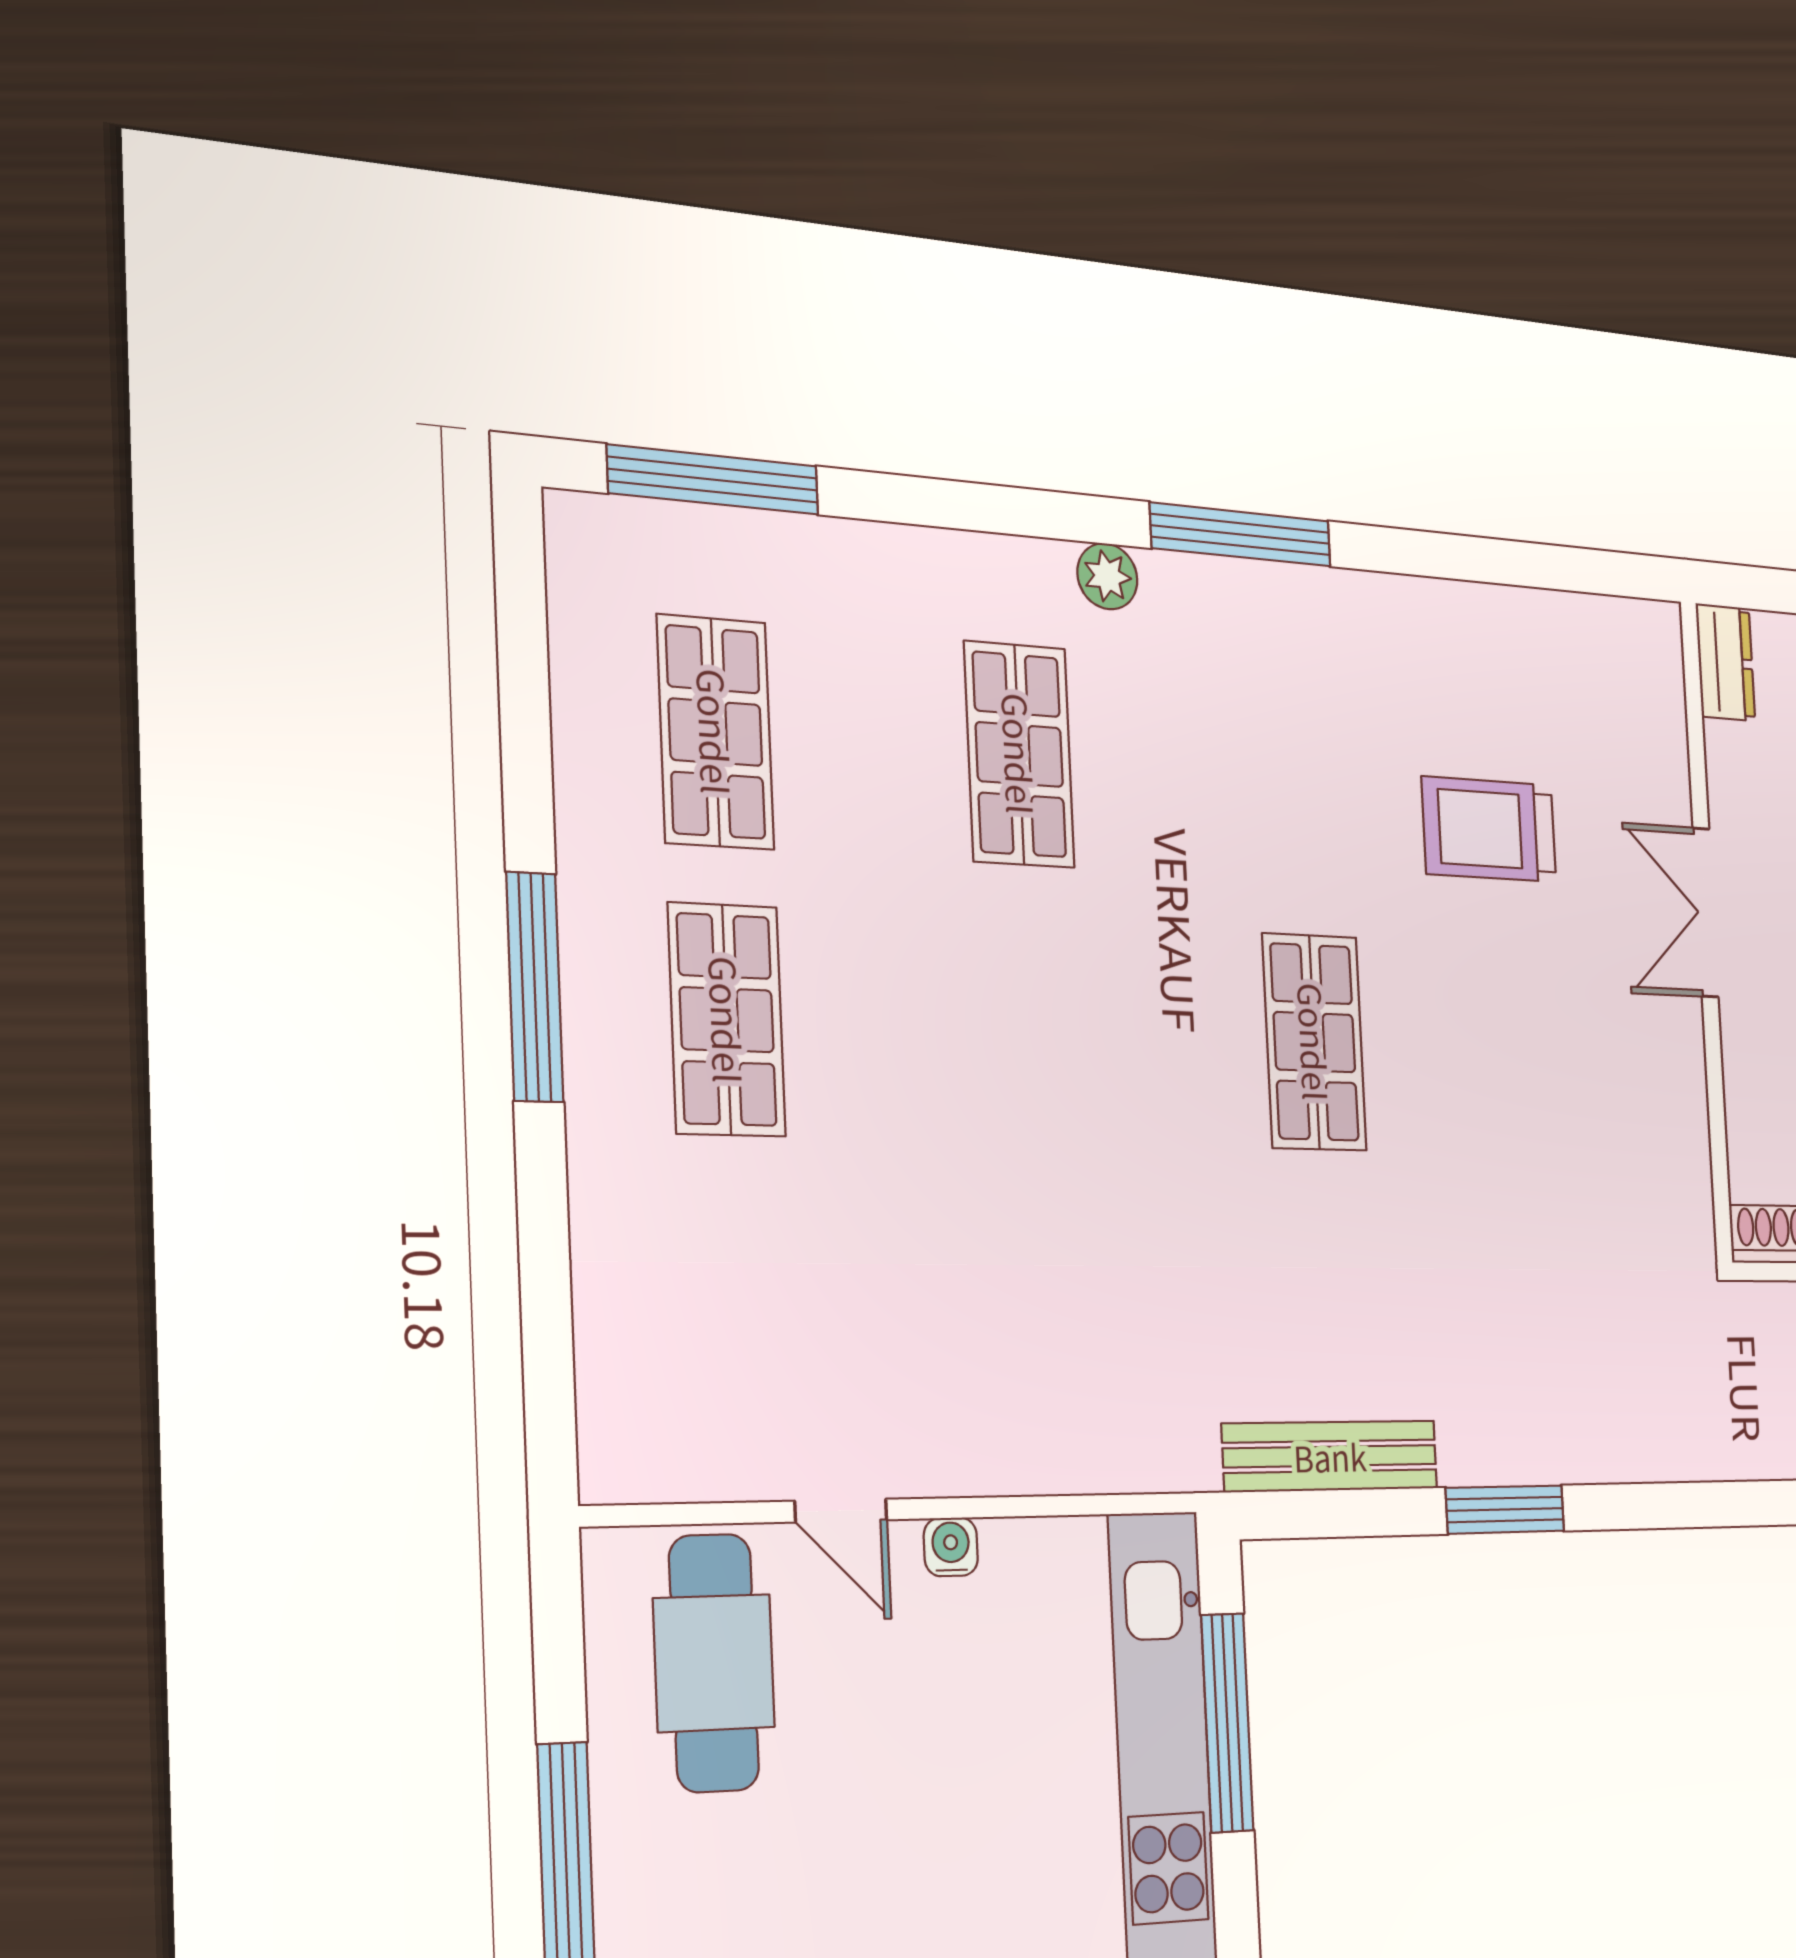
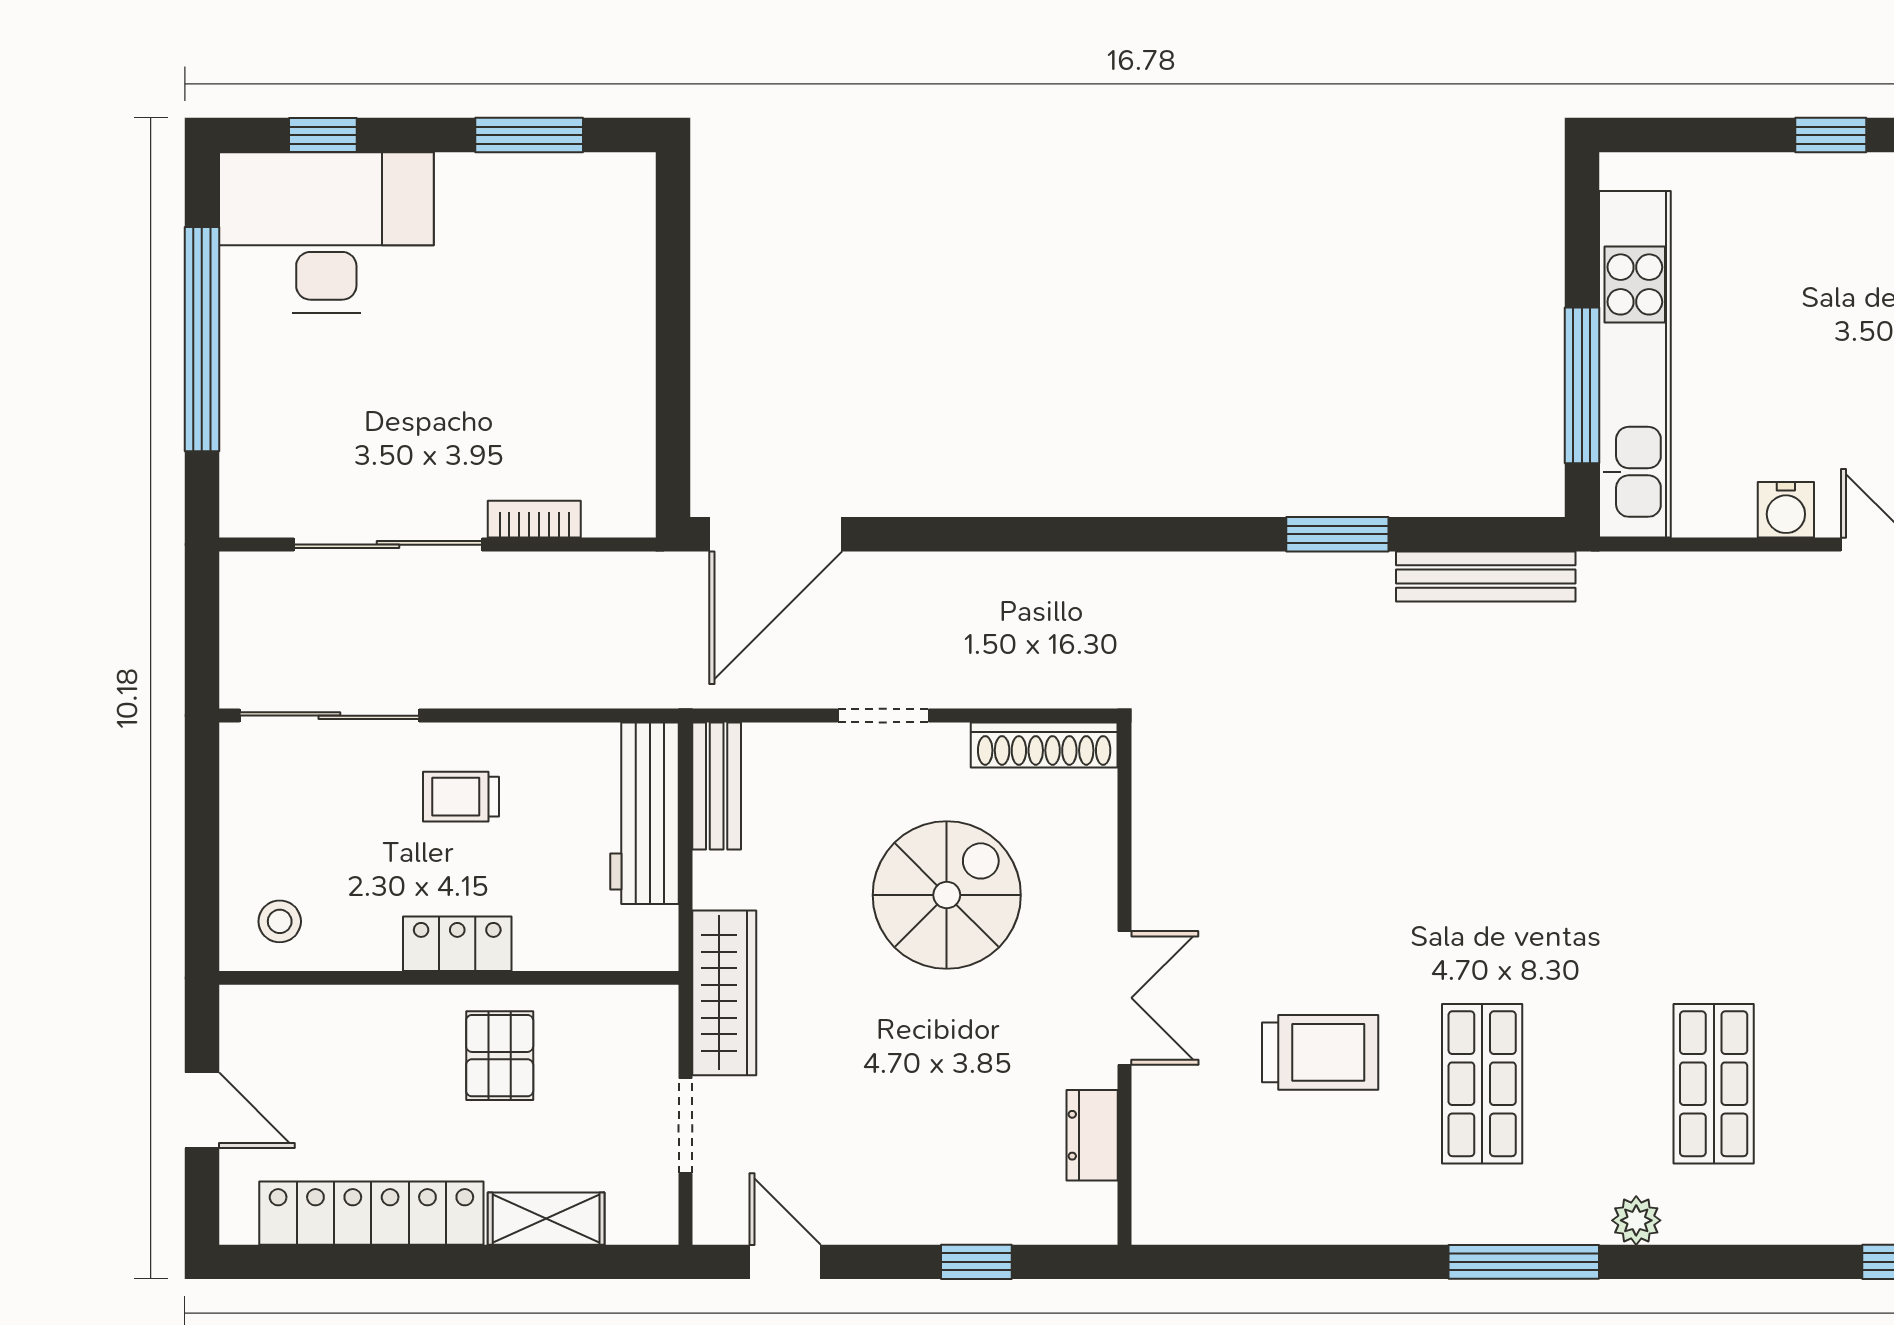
dresser: (1725, 662) -> (1092, 1135), moved
shop shelf: (1314, 1042) -> (1482, 1084), moved
water cooler: (951, 1547) -> (1786, 510), width x1.38, depth x1.38

